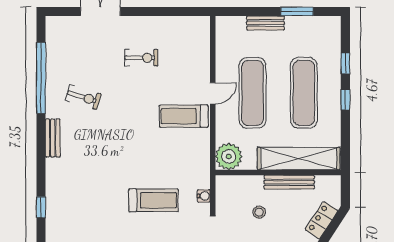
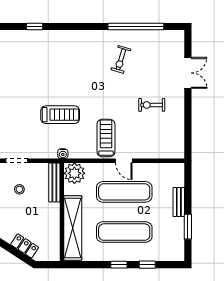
exercise bike: (141, 58) -> (152, 105), turned 90
bench: (53, 138) -> (89, 36), removed
bench: (289, 182) -> (54, 182), moved
water cooler: (204, 196) -> (63, 154), moved
treadmill: (153, 200) -> (60, 115), moved, turned -90
stool: (259, 212) -> (19, 189), moved

